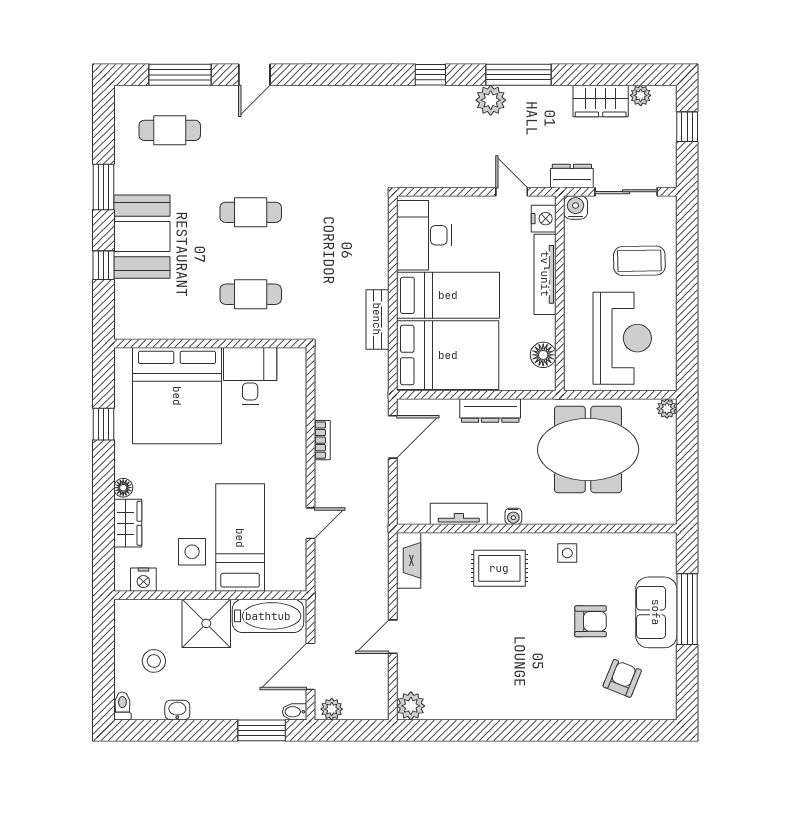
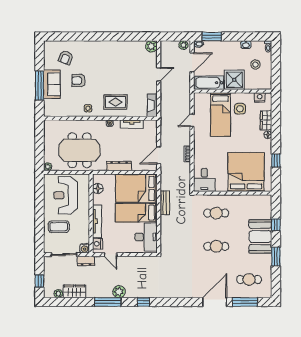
door: (254, 75) -> (215, 302), width x1.88
desk: (250, 376) -> (204, 180), moved

